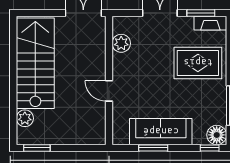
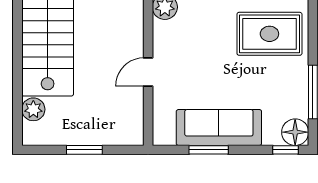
door: (109, 91) -> (148, 72), hinge flipped
window: (37, 148) -> (84, 150), moved

